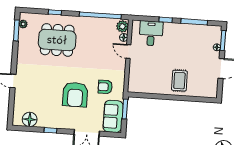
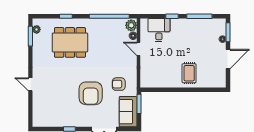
floor lamp: (30, 119) -> (49, 120), removed

